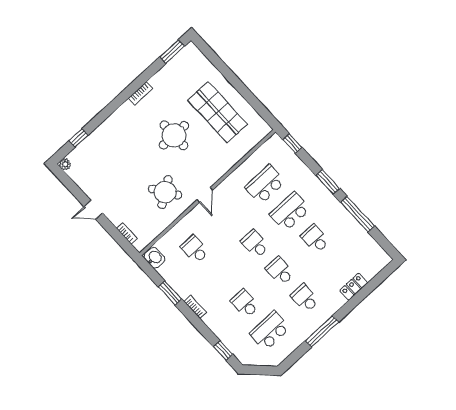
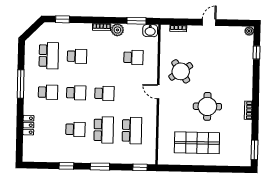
window: (358, 214) -> (66, 166), width x0.46
plant: (183, 289) -> (117, 30), added
window: (170, 293) -> (136, 21), moved

